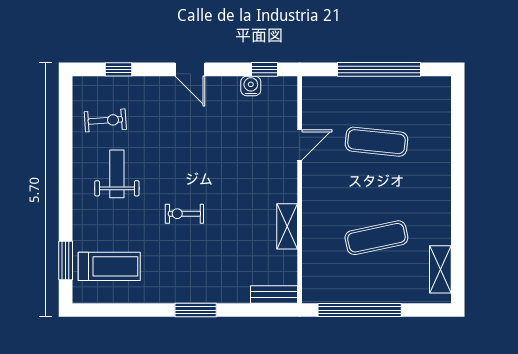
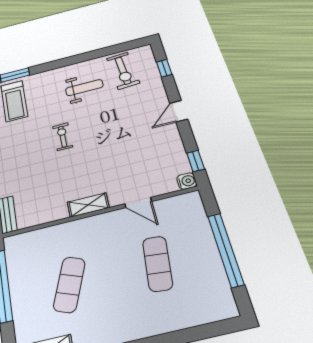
water cooler: (251, 86) -> (187, 181), moved
exercise bike: (105, 120) -> (123, 71), width x1.38, depth x1.39
shelving: (287, 226) -> (88, 205), moved
exercise mat: (376, 238) -> (69, 284), turned 33

